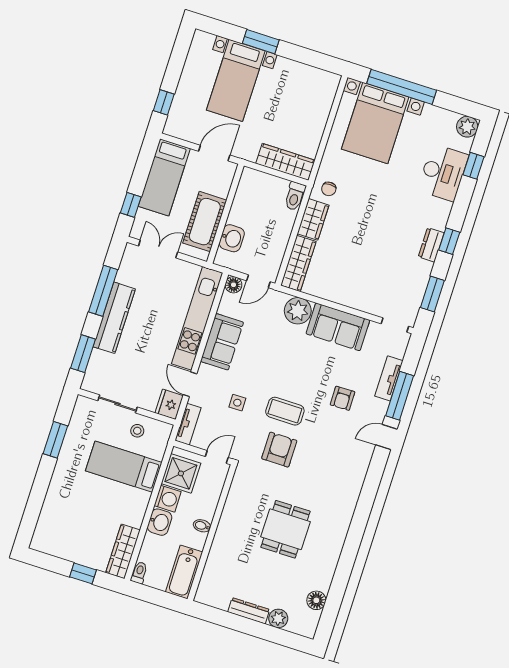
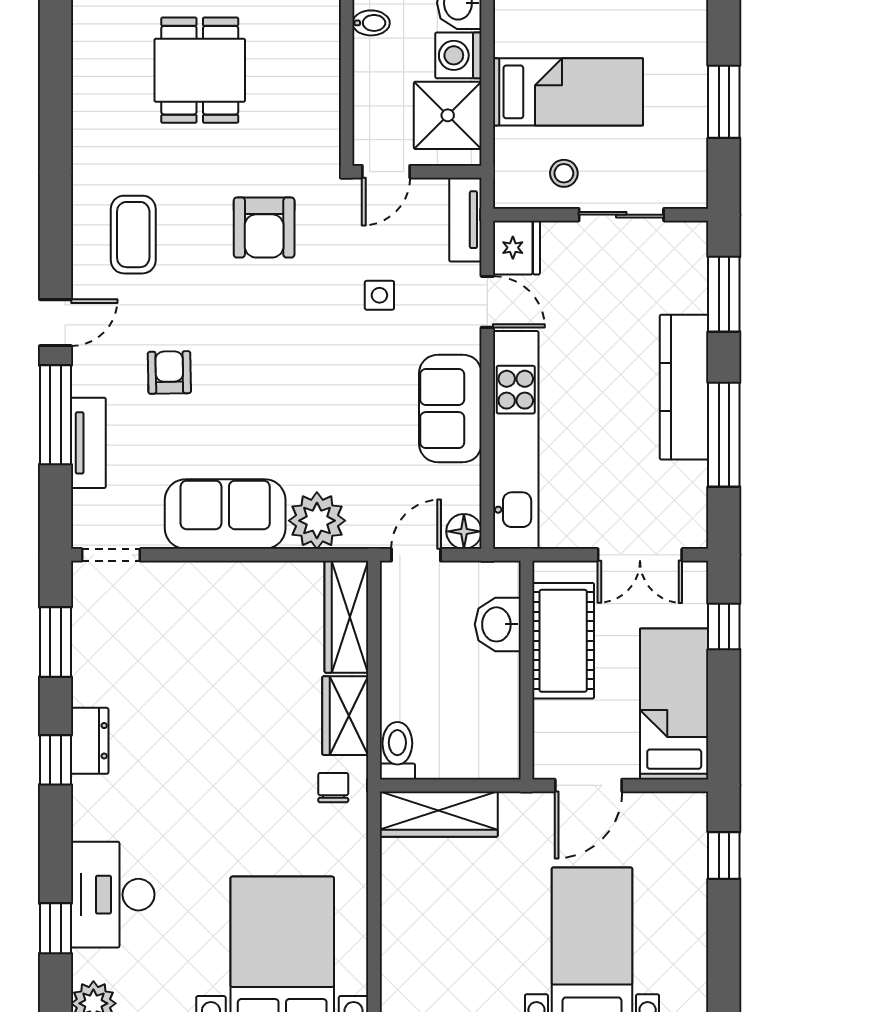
coffee table: (285, 411) -> (133, 235), moved, turned 90

